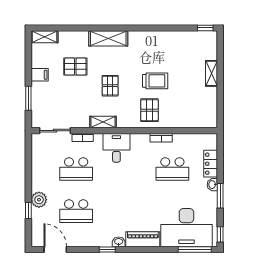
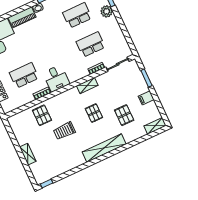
shelving: (108, 38) -> (104, 148), width x1.47
pallet: (75, 66) -> (124, 115), turned 90
pallet: (149, 110) -> (42, 115), moved
desk: (116, 148) -> (56, 78), moved

